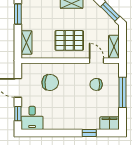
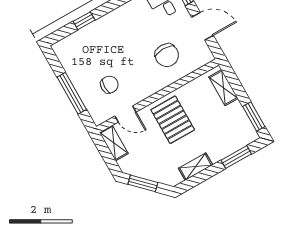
pallet: (69, 40) -> (173, 120), turned 90
chair: (50, 82) -> (167, 55), turned -95
filing cabinet: (110, 123) -> (66, 47), removed

